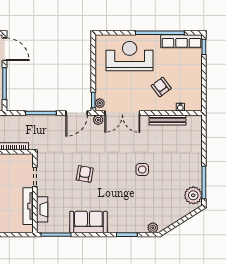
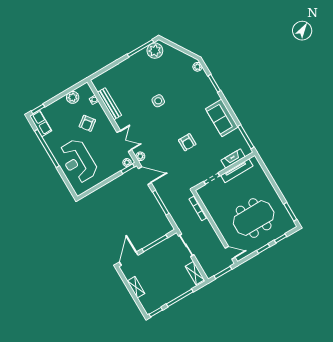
row of seats: (182, 41) -> (41, 123), width x0.68
plant: (195, 88) -> (73, 97), added
double door: (122, 113) -> (124, 141), width x0.73
armchair: (85, 174) -> (187, 142), turned -100

